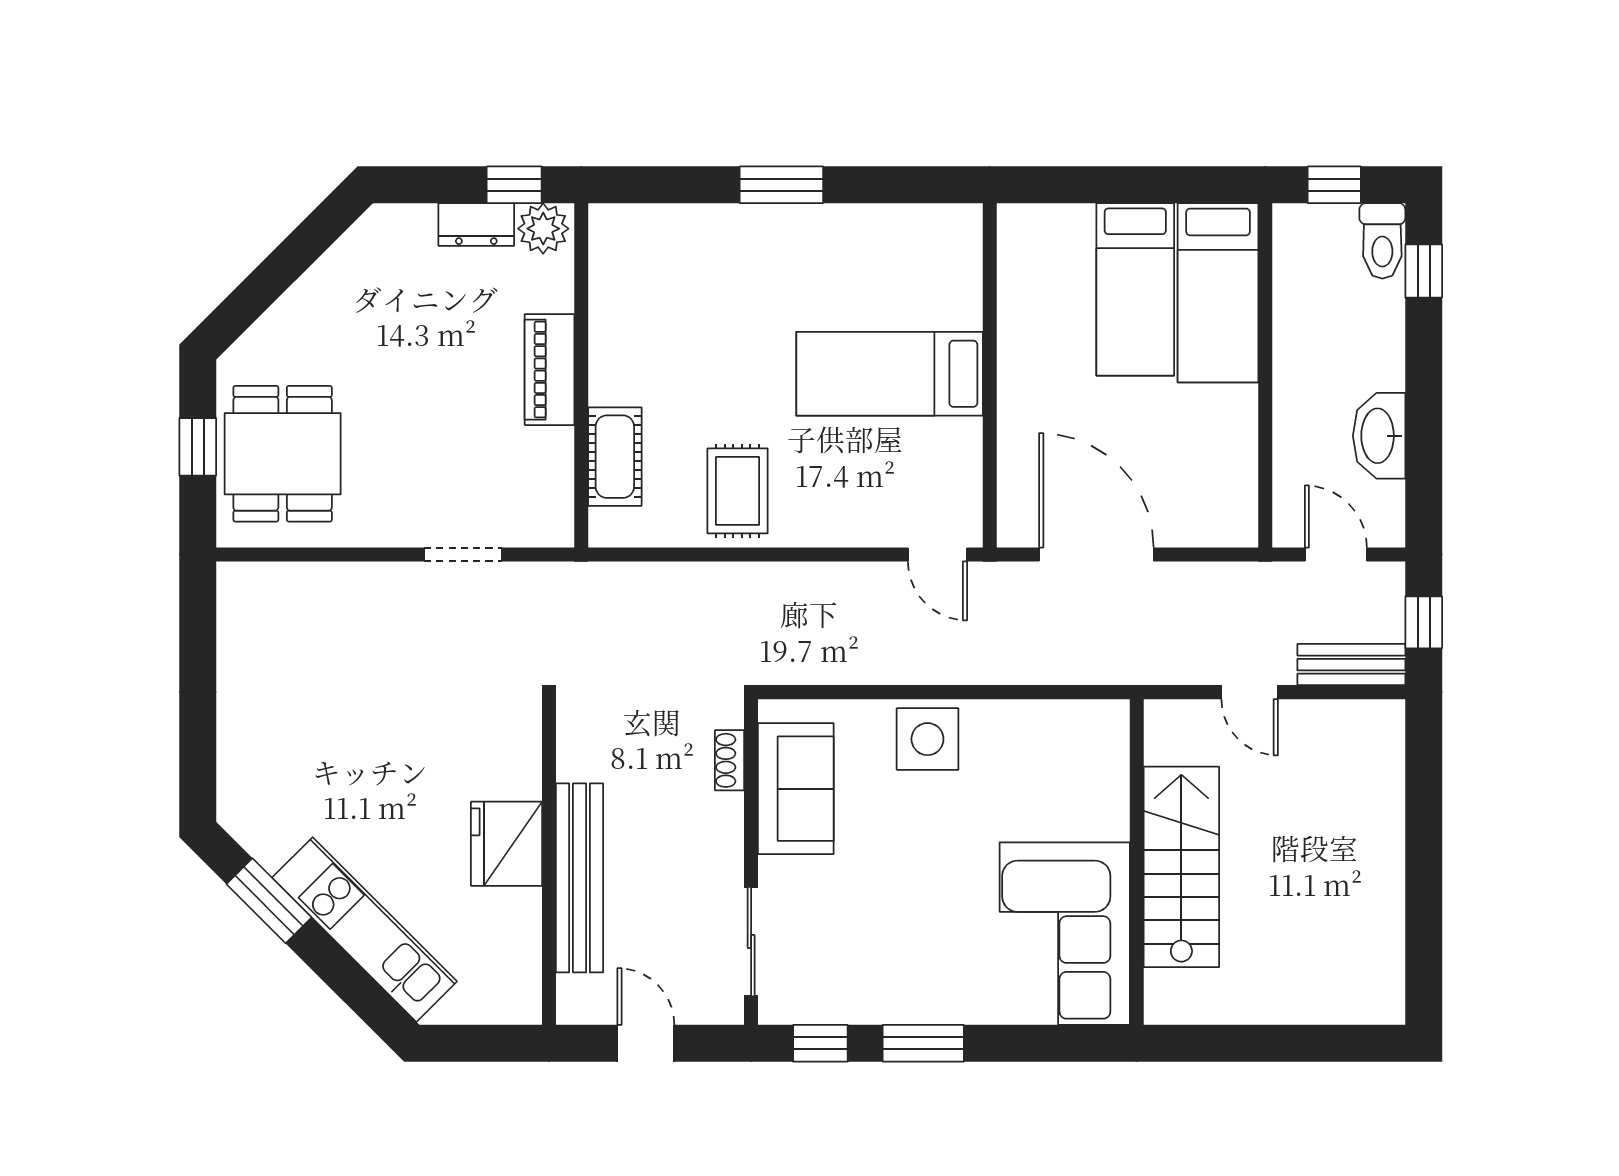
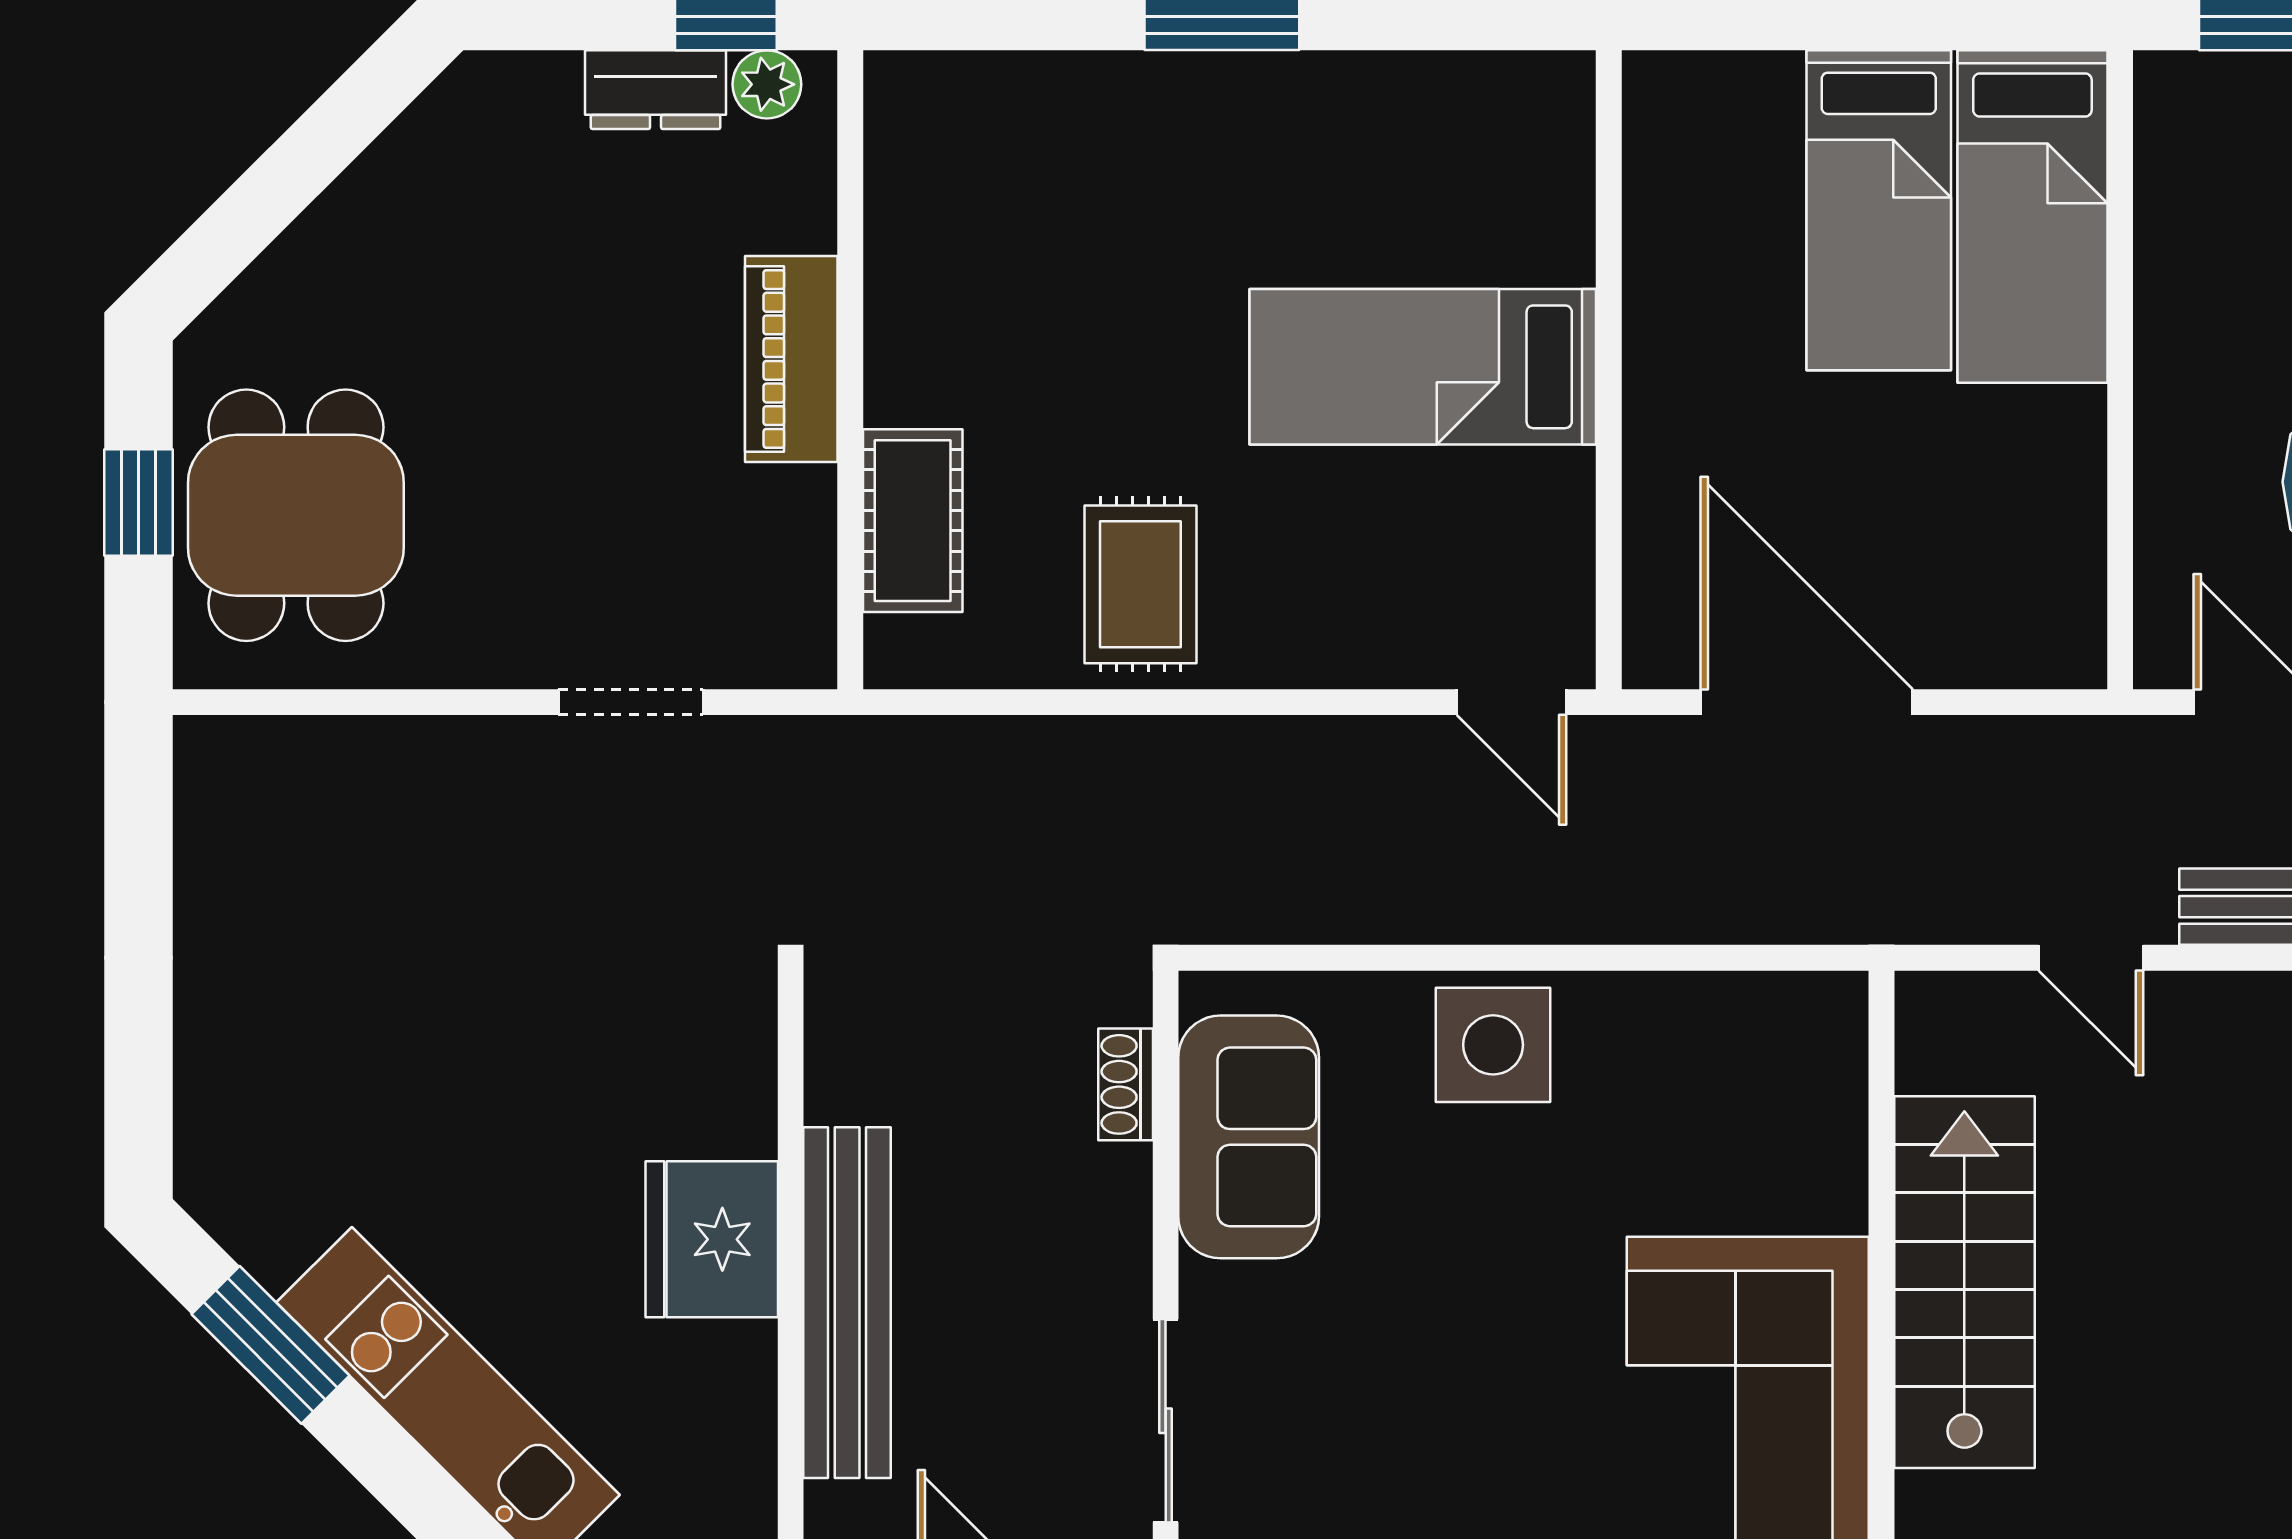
plant: (543, 229) -> (767, 84), width x0.73, depth x0.73

